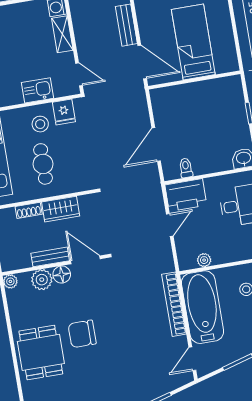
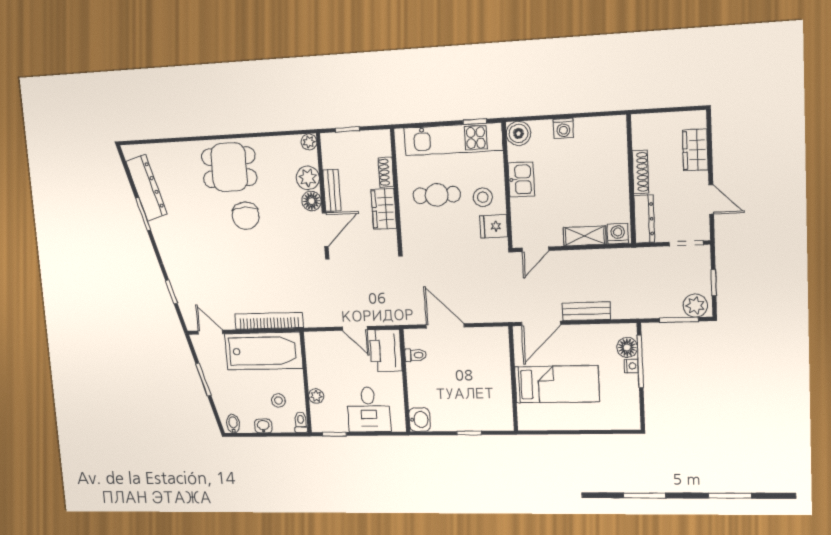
kitchen sink: (38, 90) -> (521, 180), moved
plant: (204, 260) -> (316, 396), moved
chair: (82, 334) -> (246, 216), turned 180

